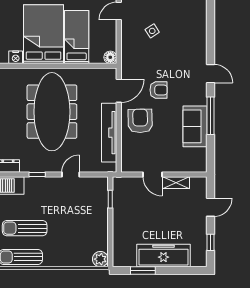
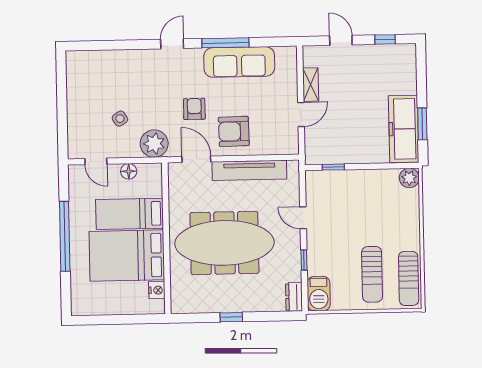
floor lamp: (110, 57) -> (129, 171), moved
plant: (132, 58) -> (154, 144), added
sofa: (195, 126) -> (239, 62), width x1.36
freezer: (163, 256) -> (404, 129), moved

